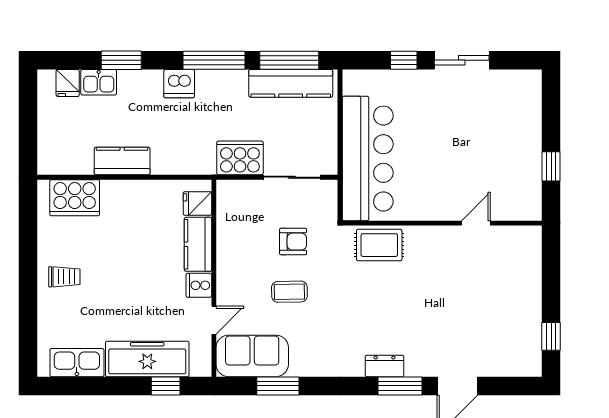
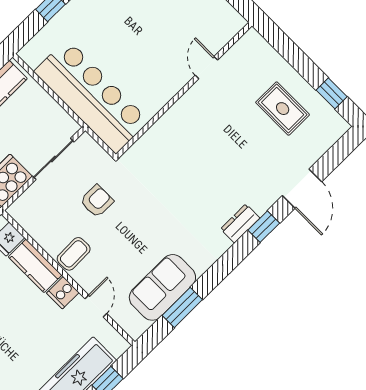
rug: (379, 245) -> (283, 109), moved, turned 90
coffee table: (289, 292) -> (74, 254), moved
sofa: (252, 356) -> (162, 287), moved
window: (400, 386) -> (264, 227), width x0.67

